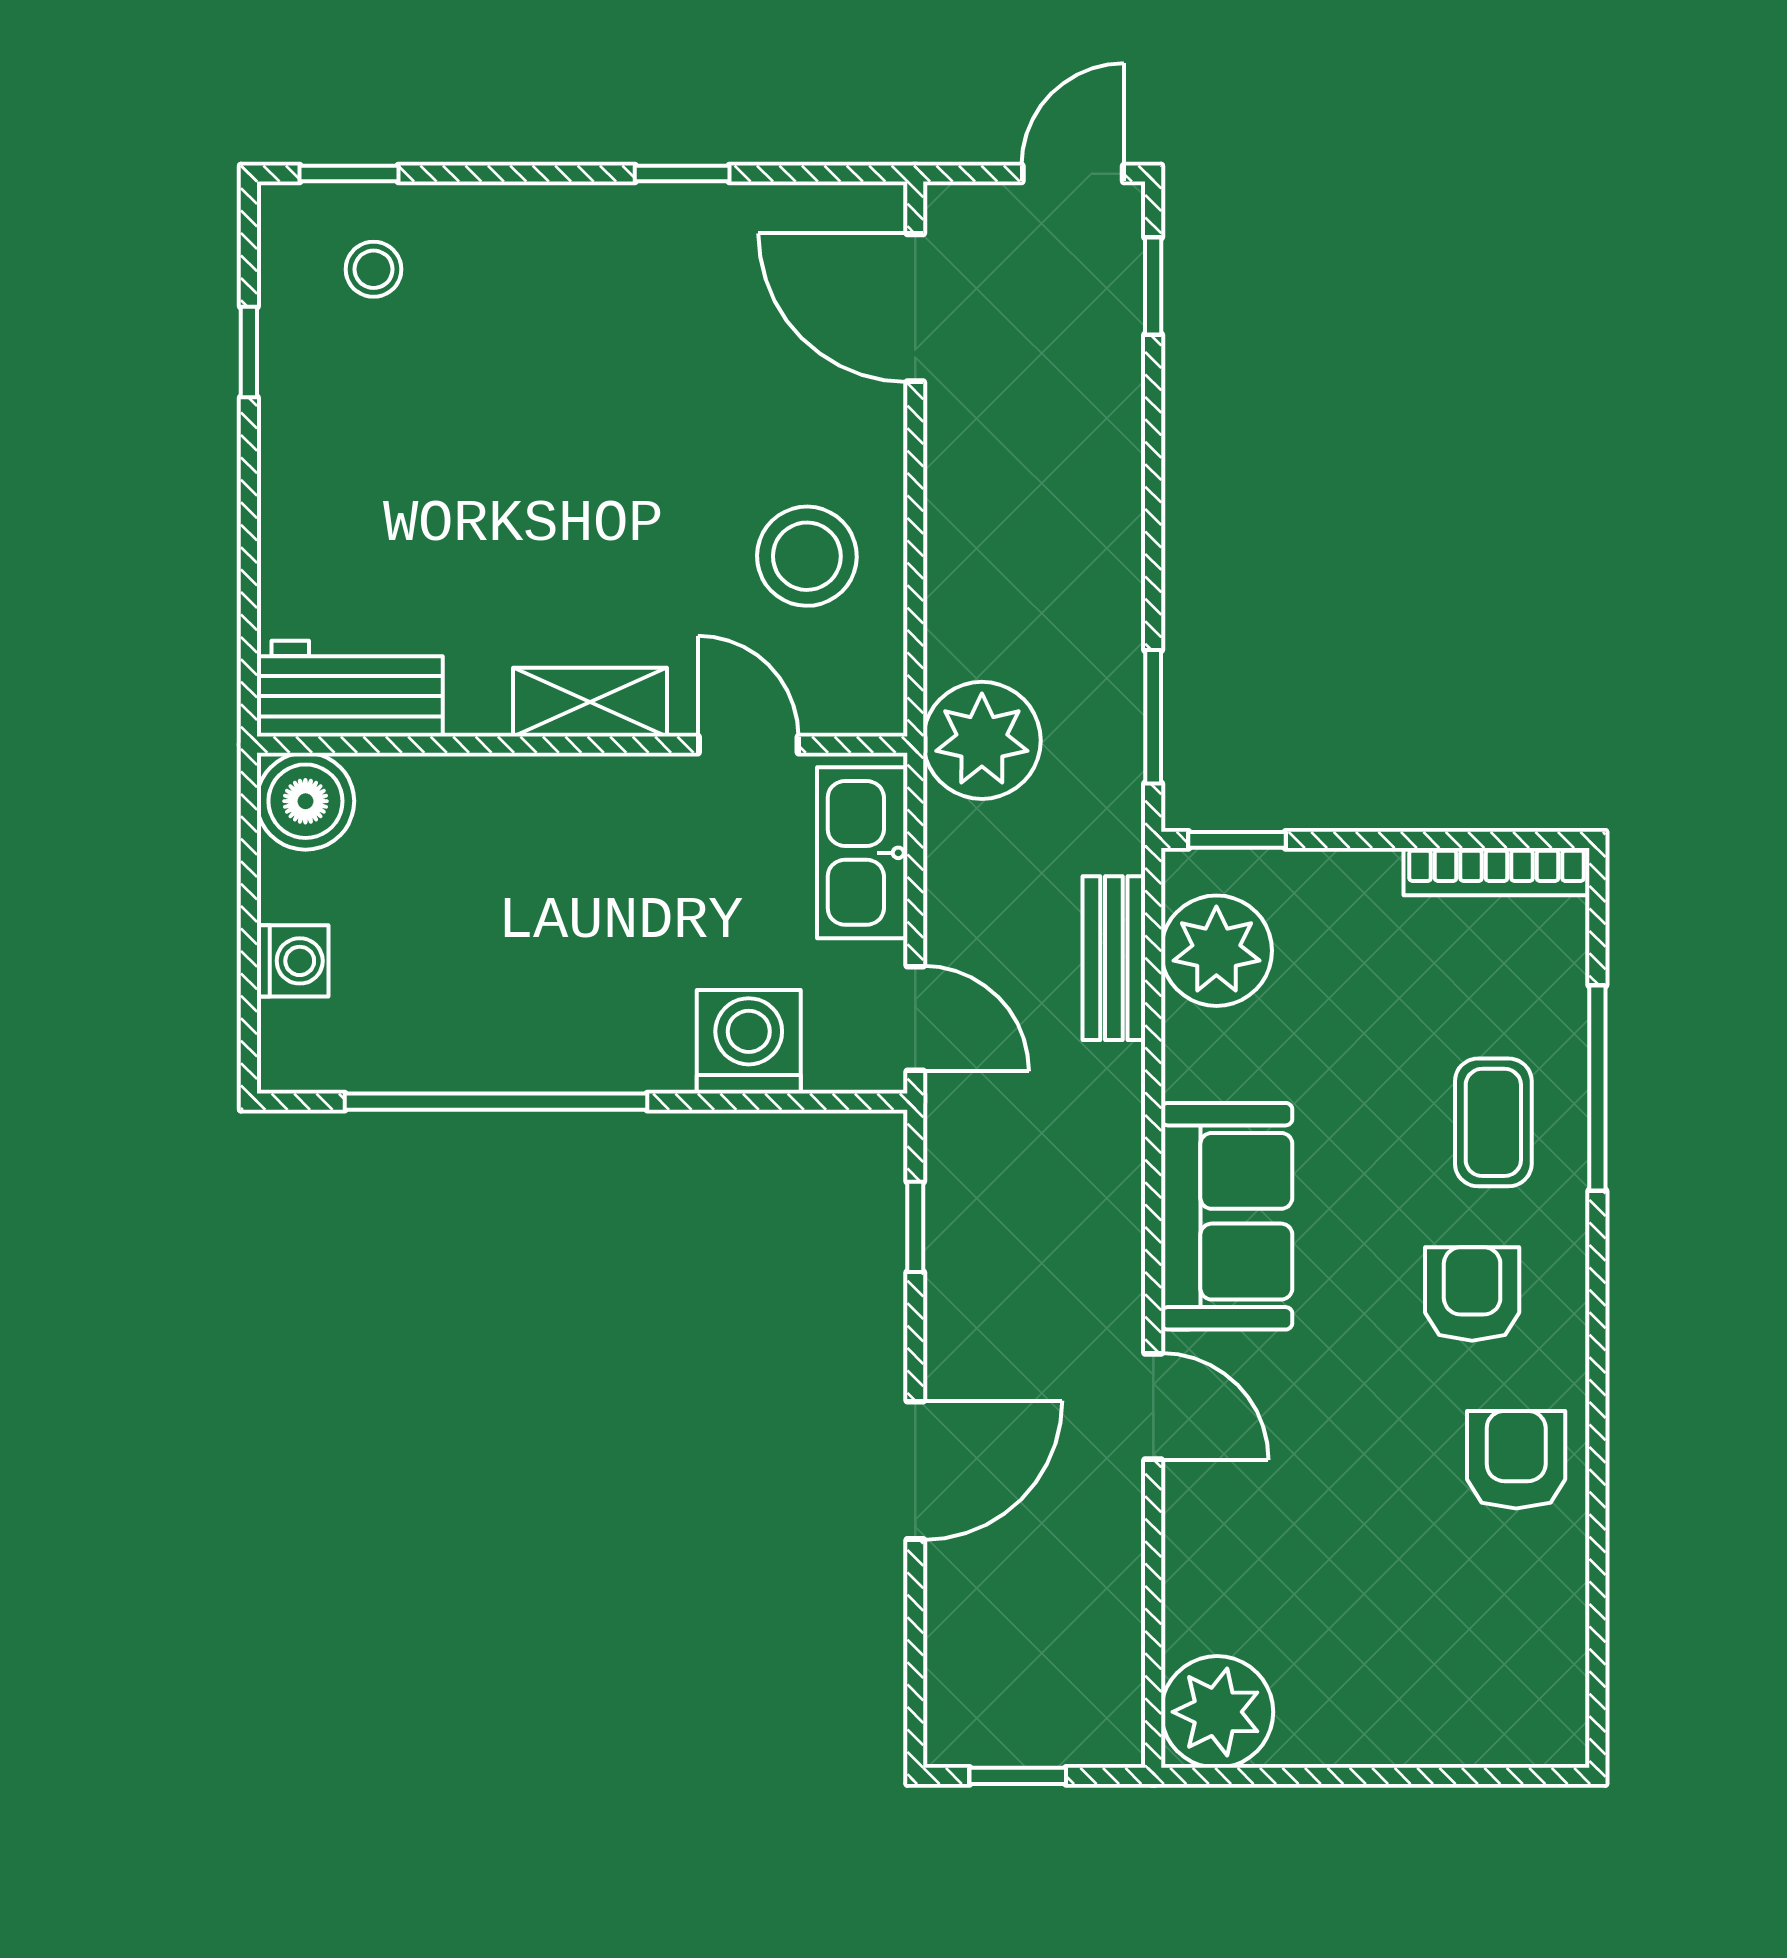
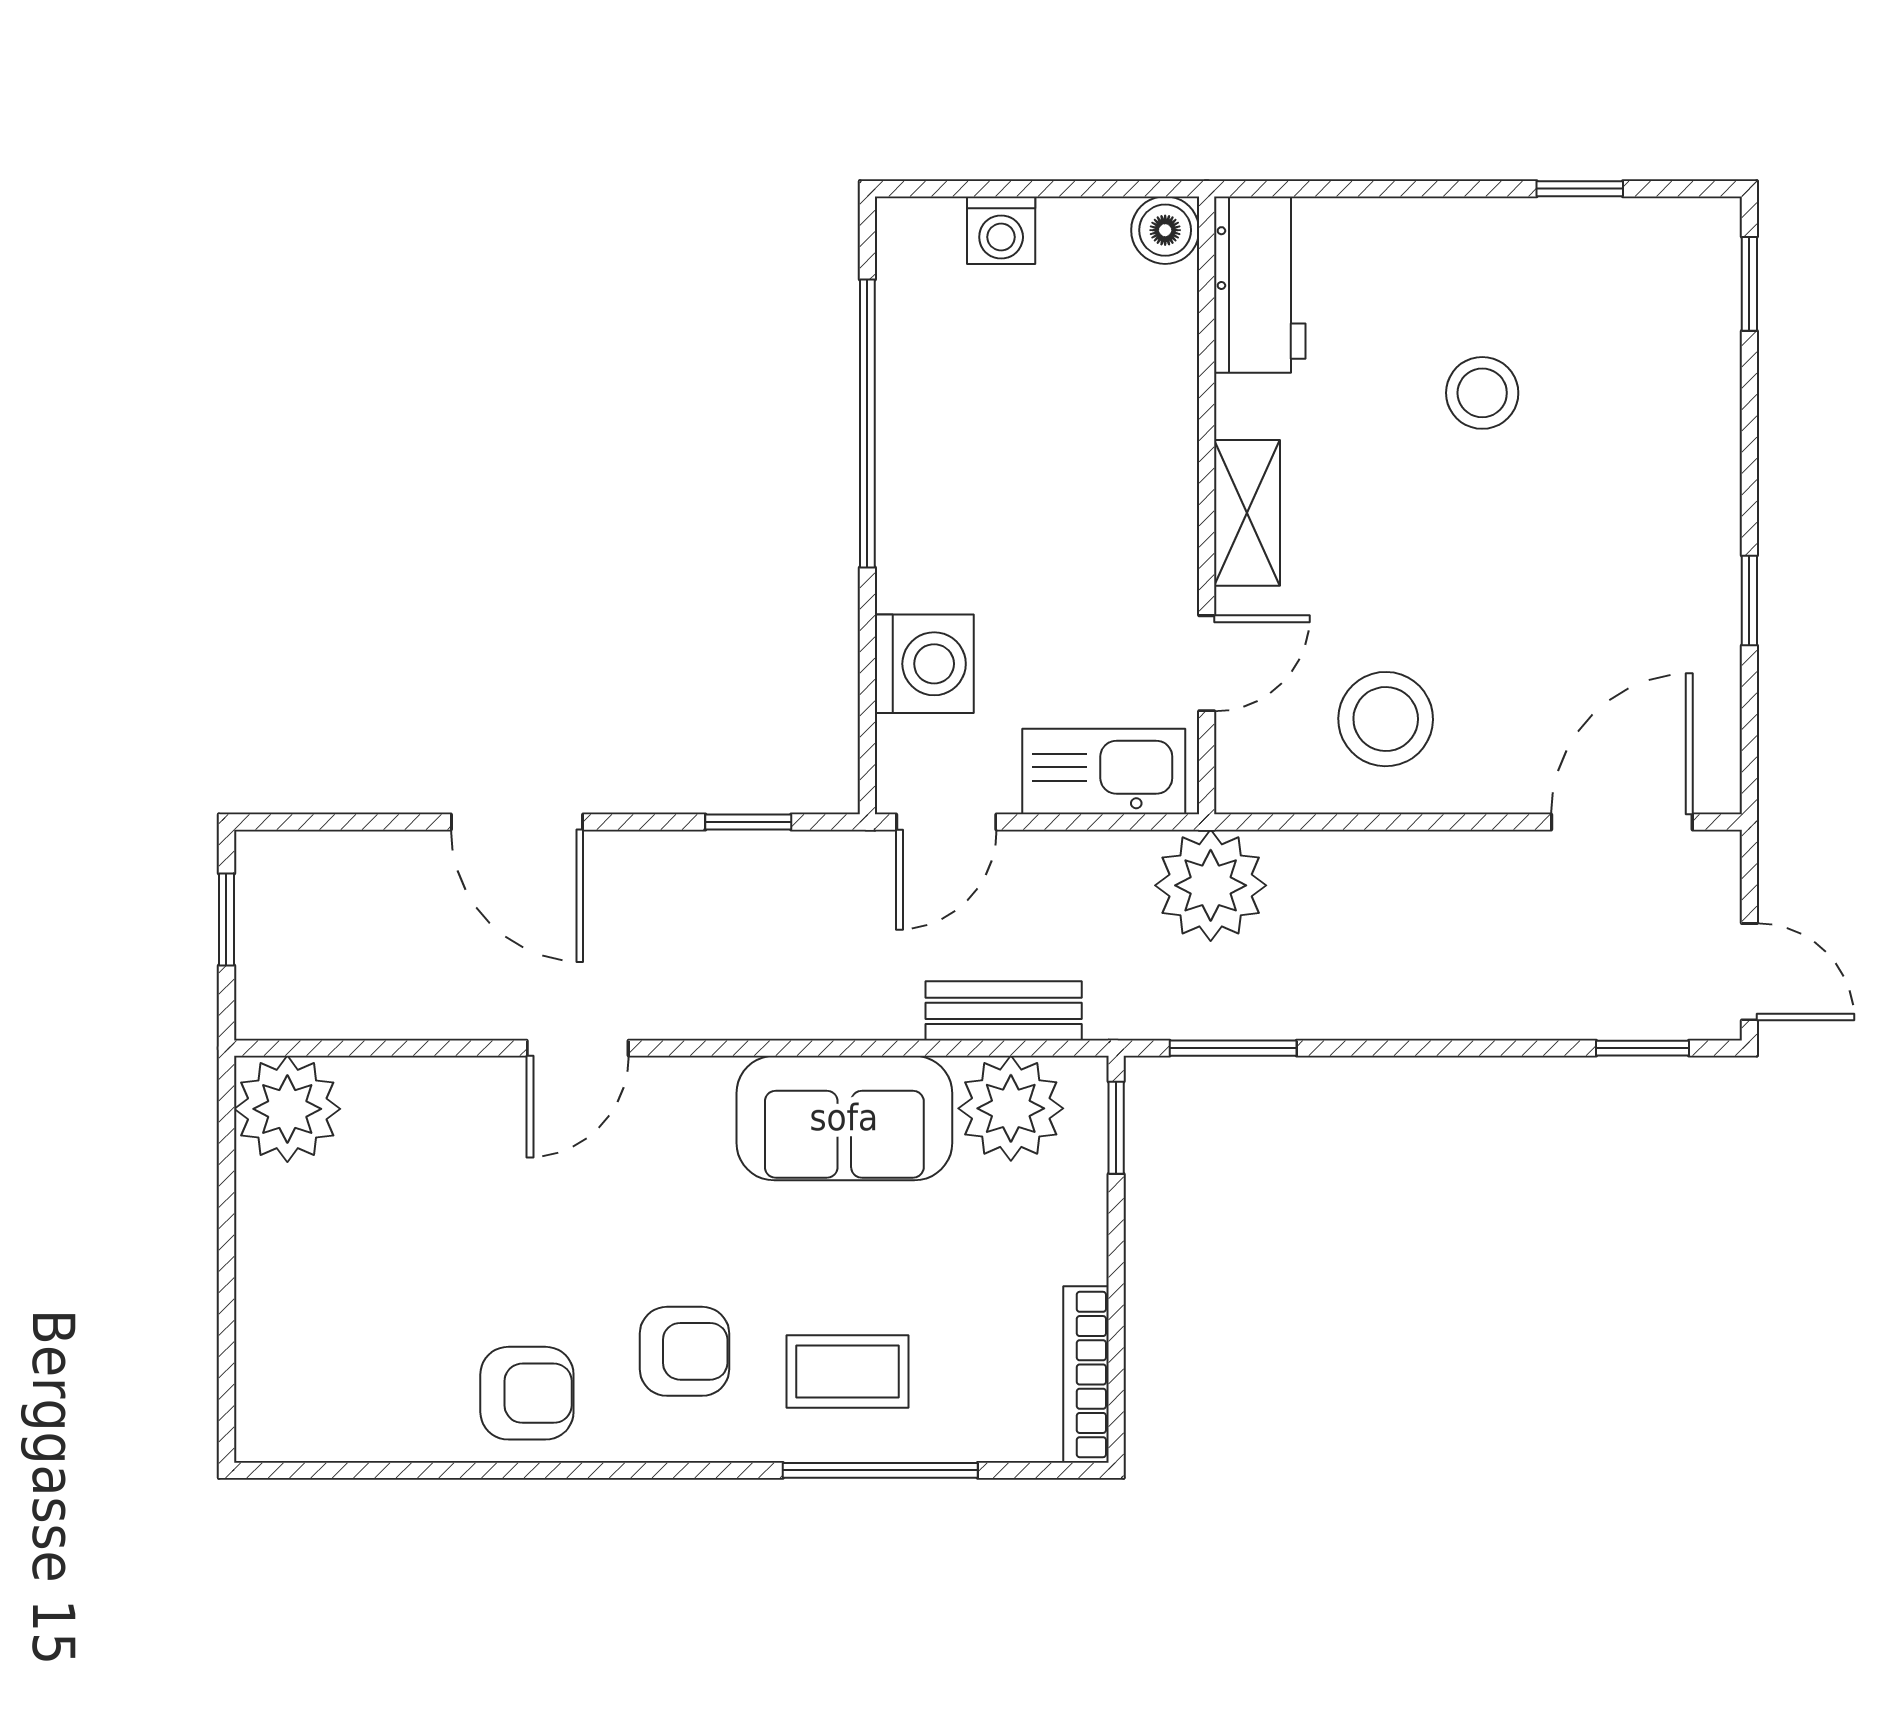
stool: (374, 269) -> (1482, 393), moved, width x1.37, depth x1.37
boiler: (305, 801) -> (1165, 230), width x0.73, depth x0.73
sofa: (1227, 1216) -> (844, 1118), moved

